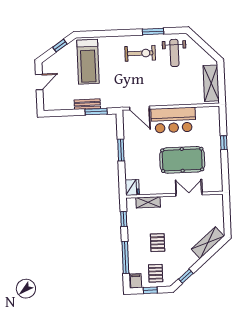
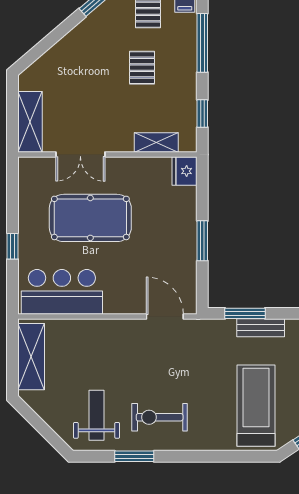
bar counter: (173, 120) -> (62, 292), moved
shelving: (208, 243) -> (30, 122), moved, turned -49

